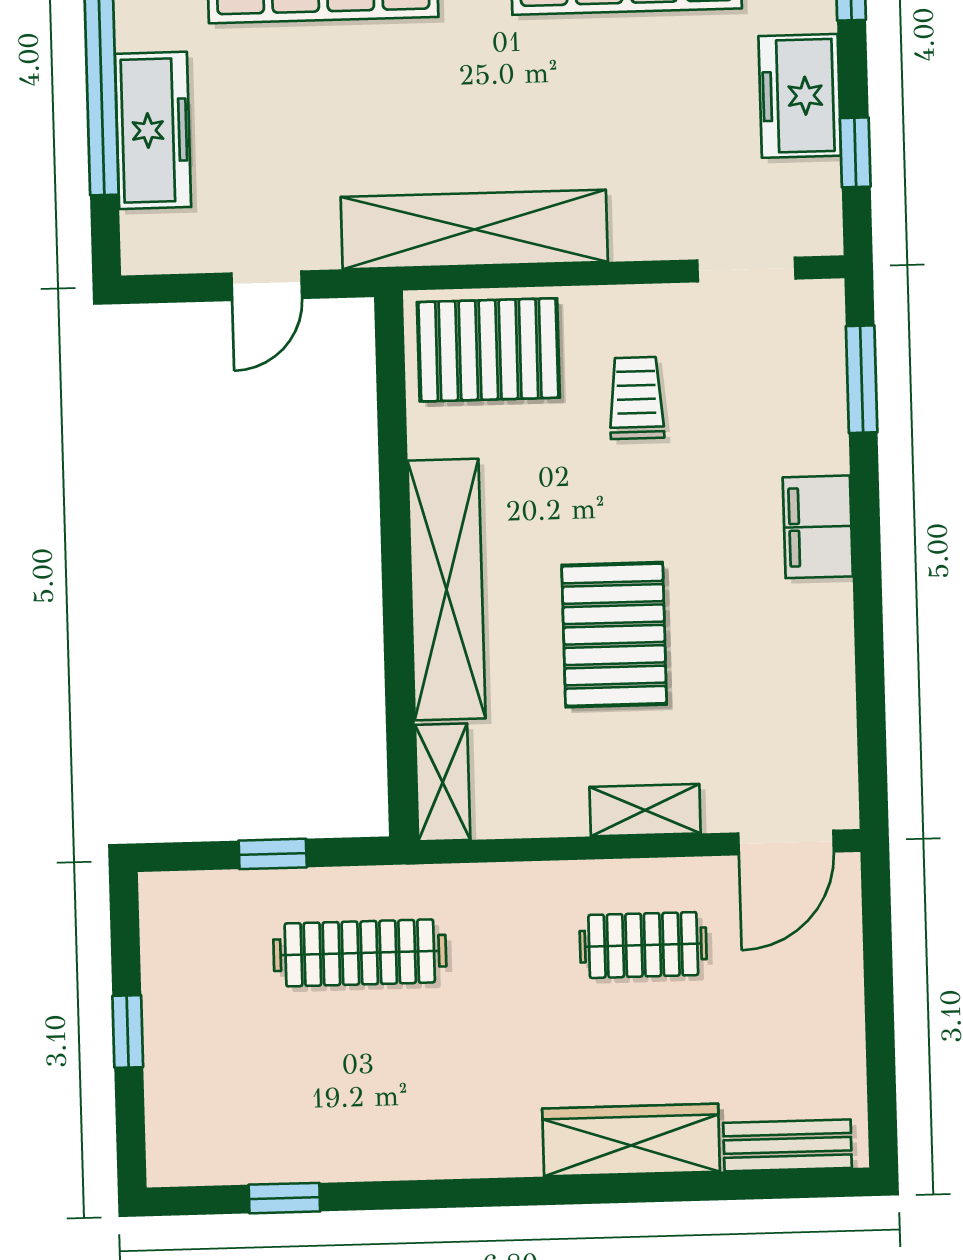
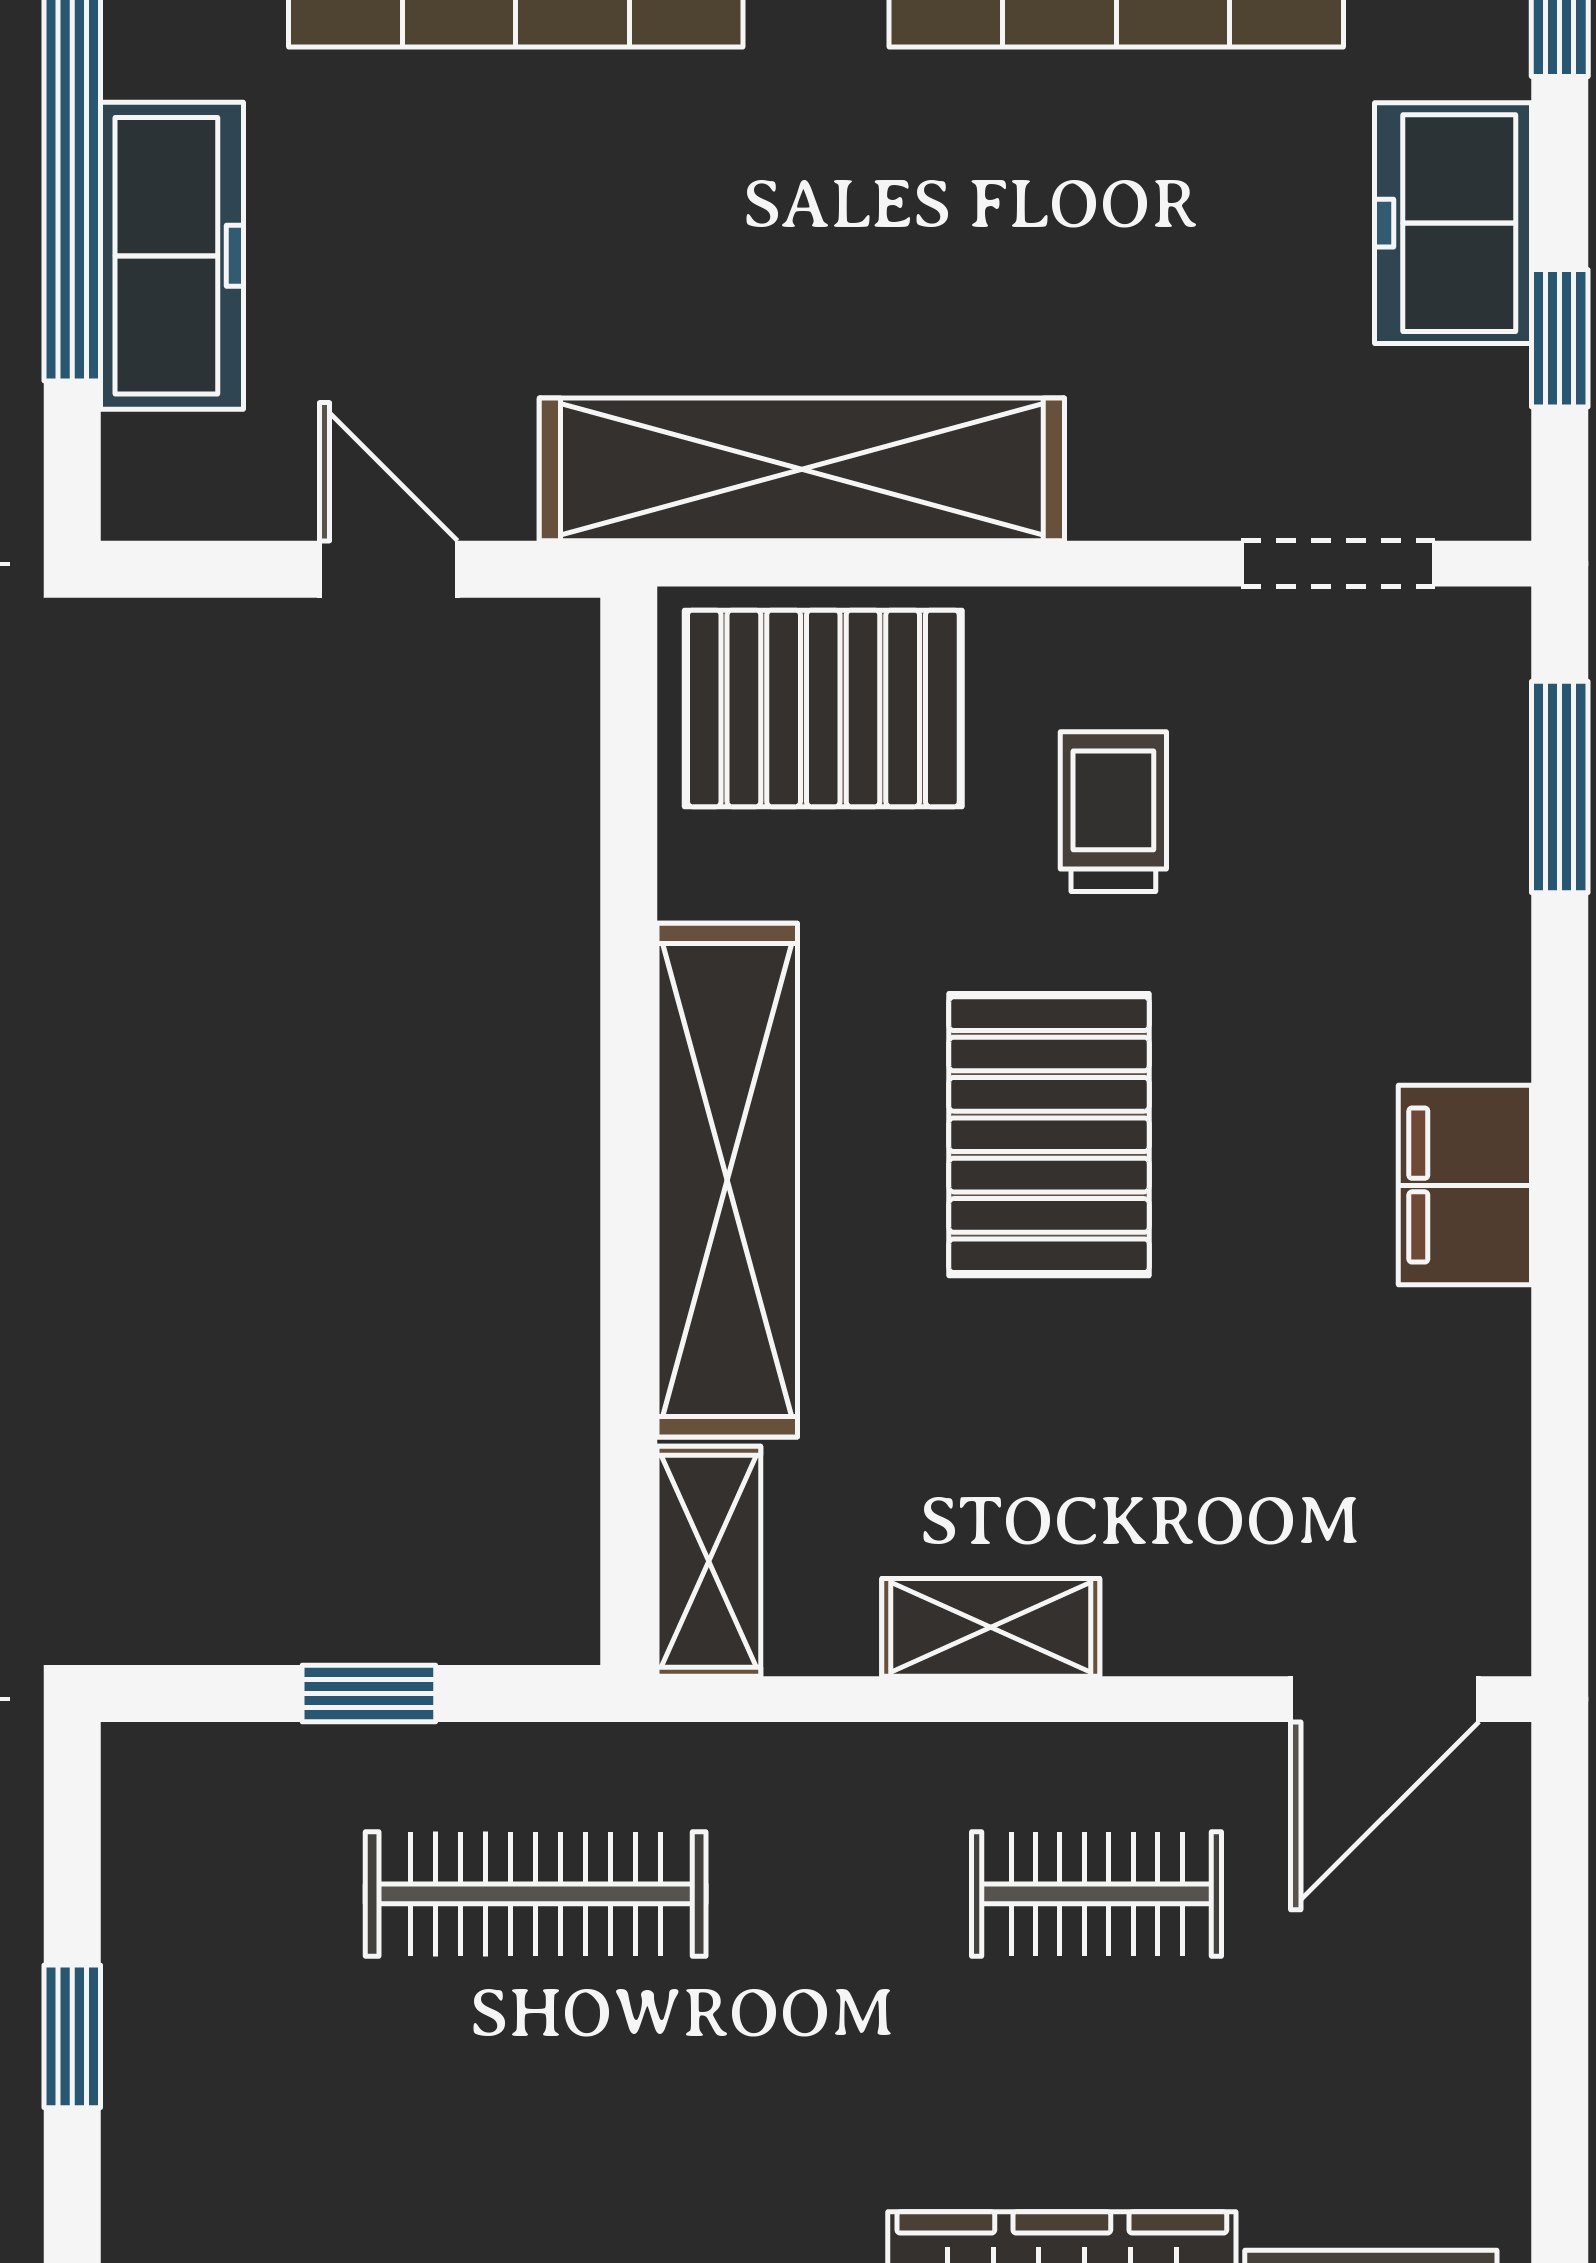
door: (267, 286) -> (389, 569), swing flipped
filing cabinet: (818, 527) -> (1465, 1185), moved
pallet: (614, 635) -> (1049, 1135), moved
shelving: (645, 810) -> (991, 1627), moved

